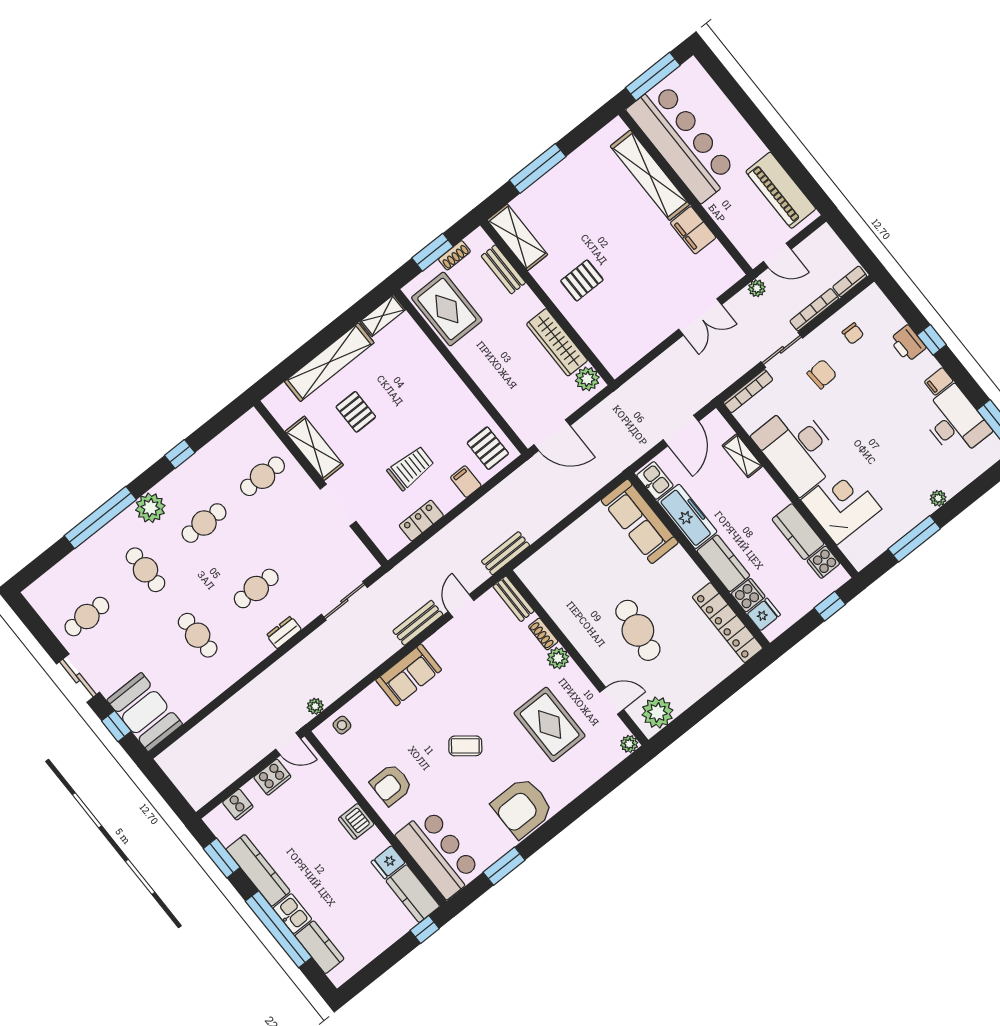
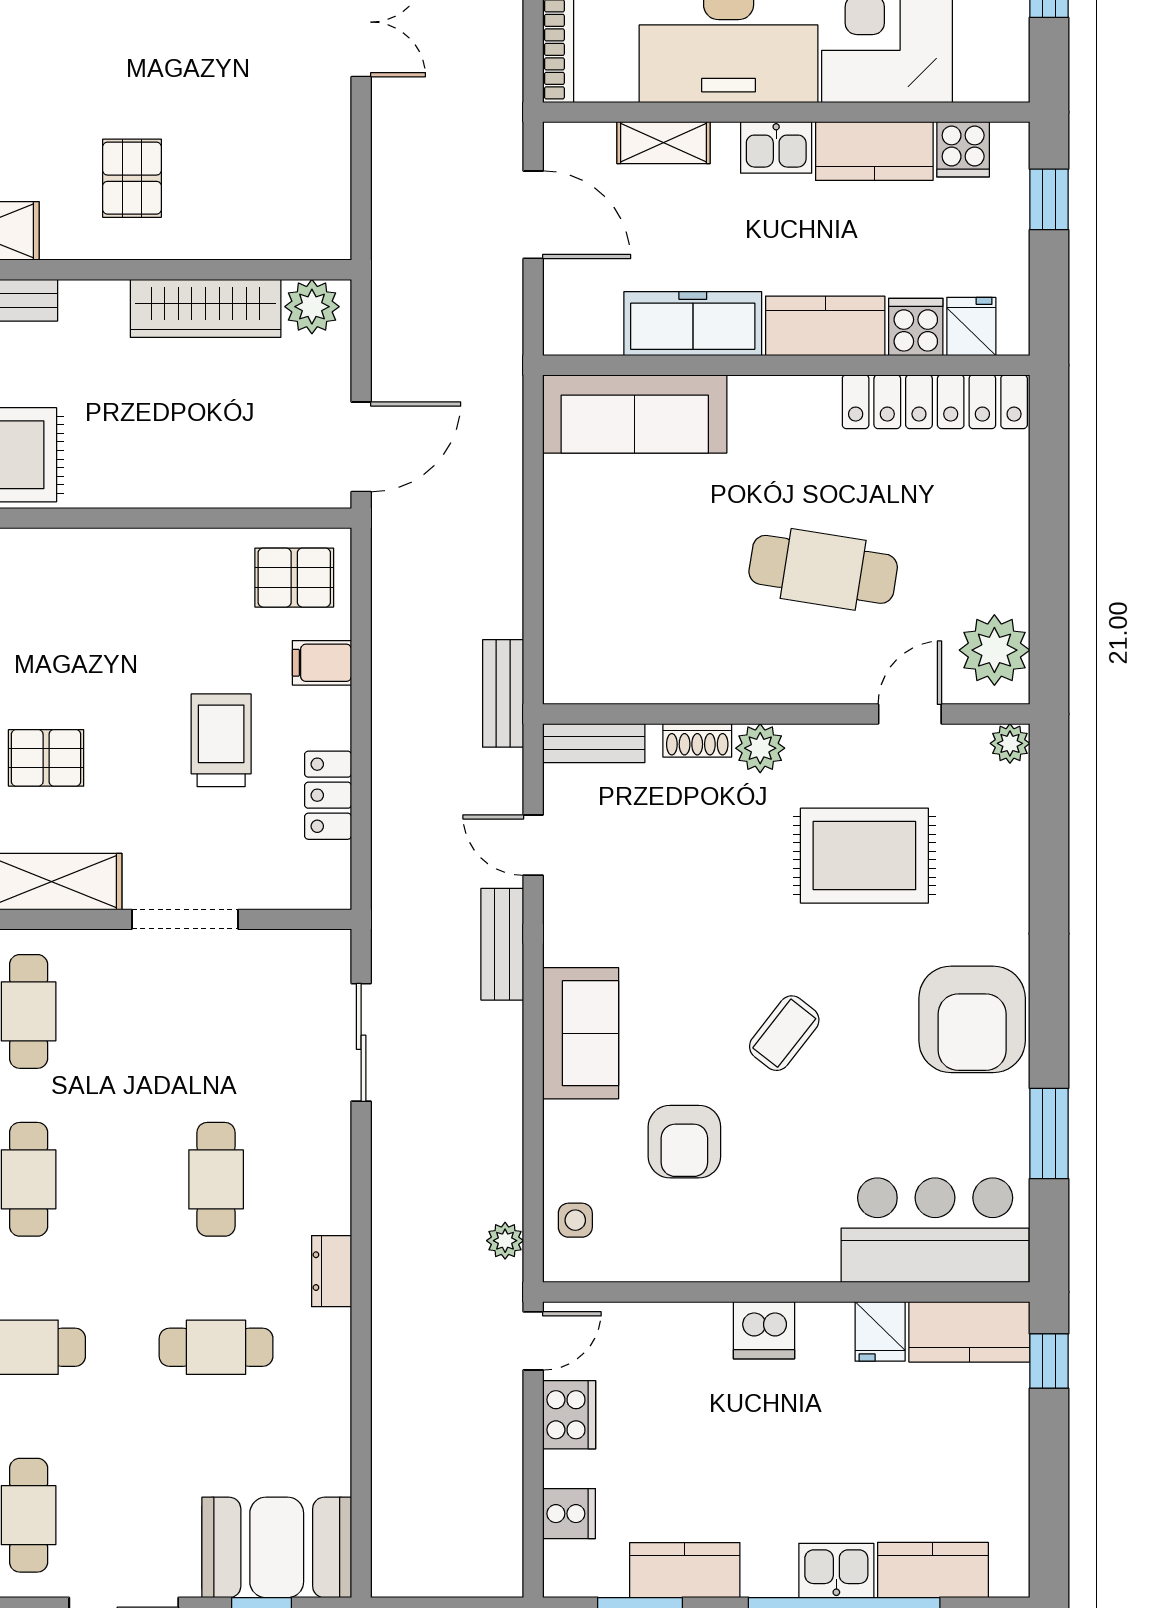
kitchen sink: (655, 480) -> (776, 147), moved, turned 180
dresser: (284, 632) -> (332, 1271), moved
armchair: (391, 785) -> (684, 1142), moved
kitchen counter: (258, 870) -> (685, 1570), width x0.67

